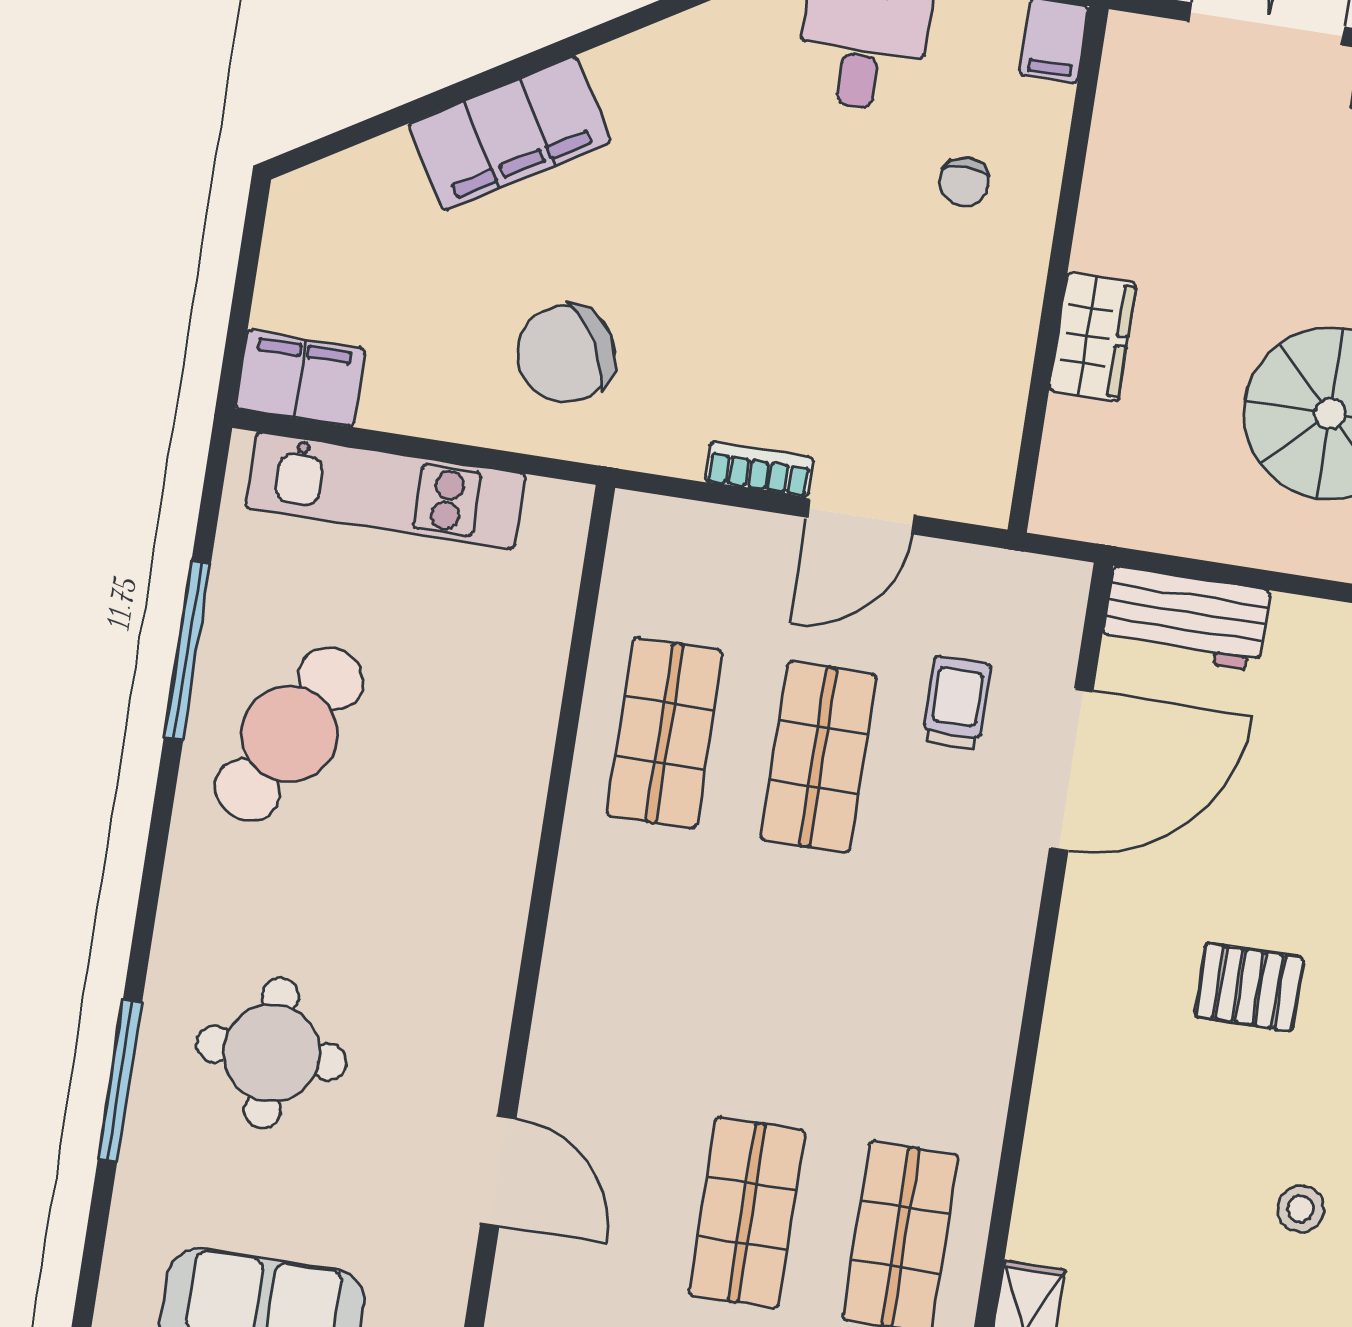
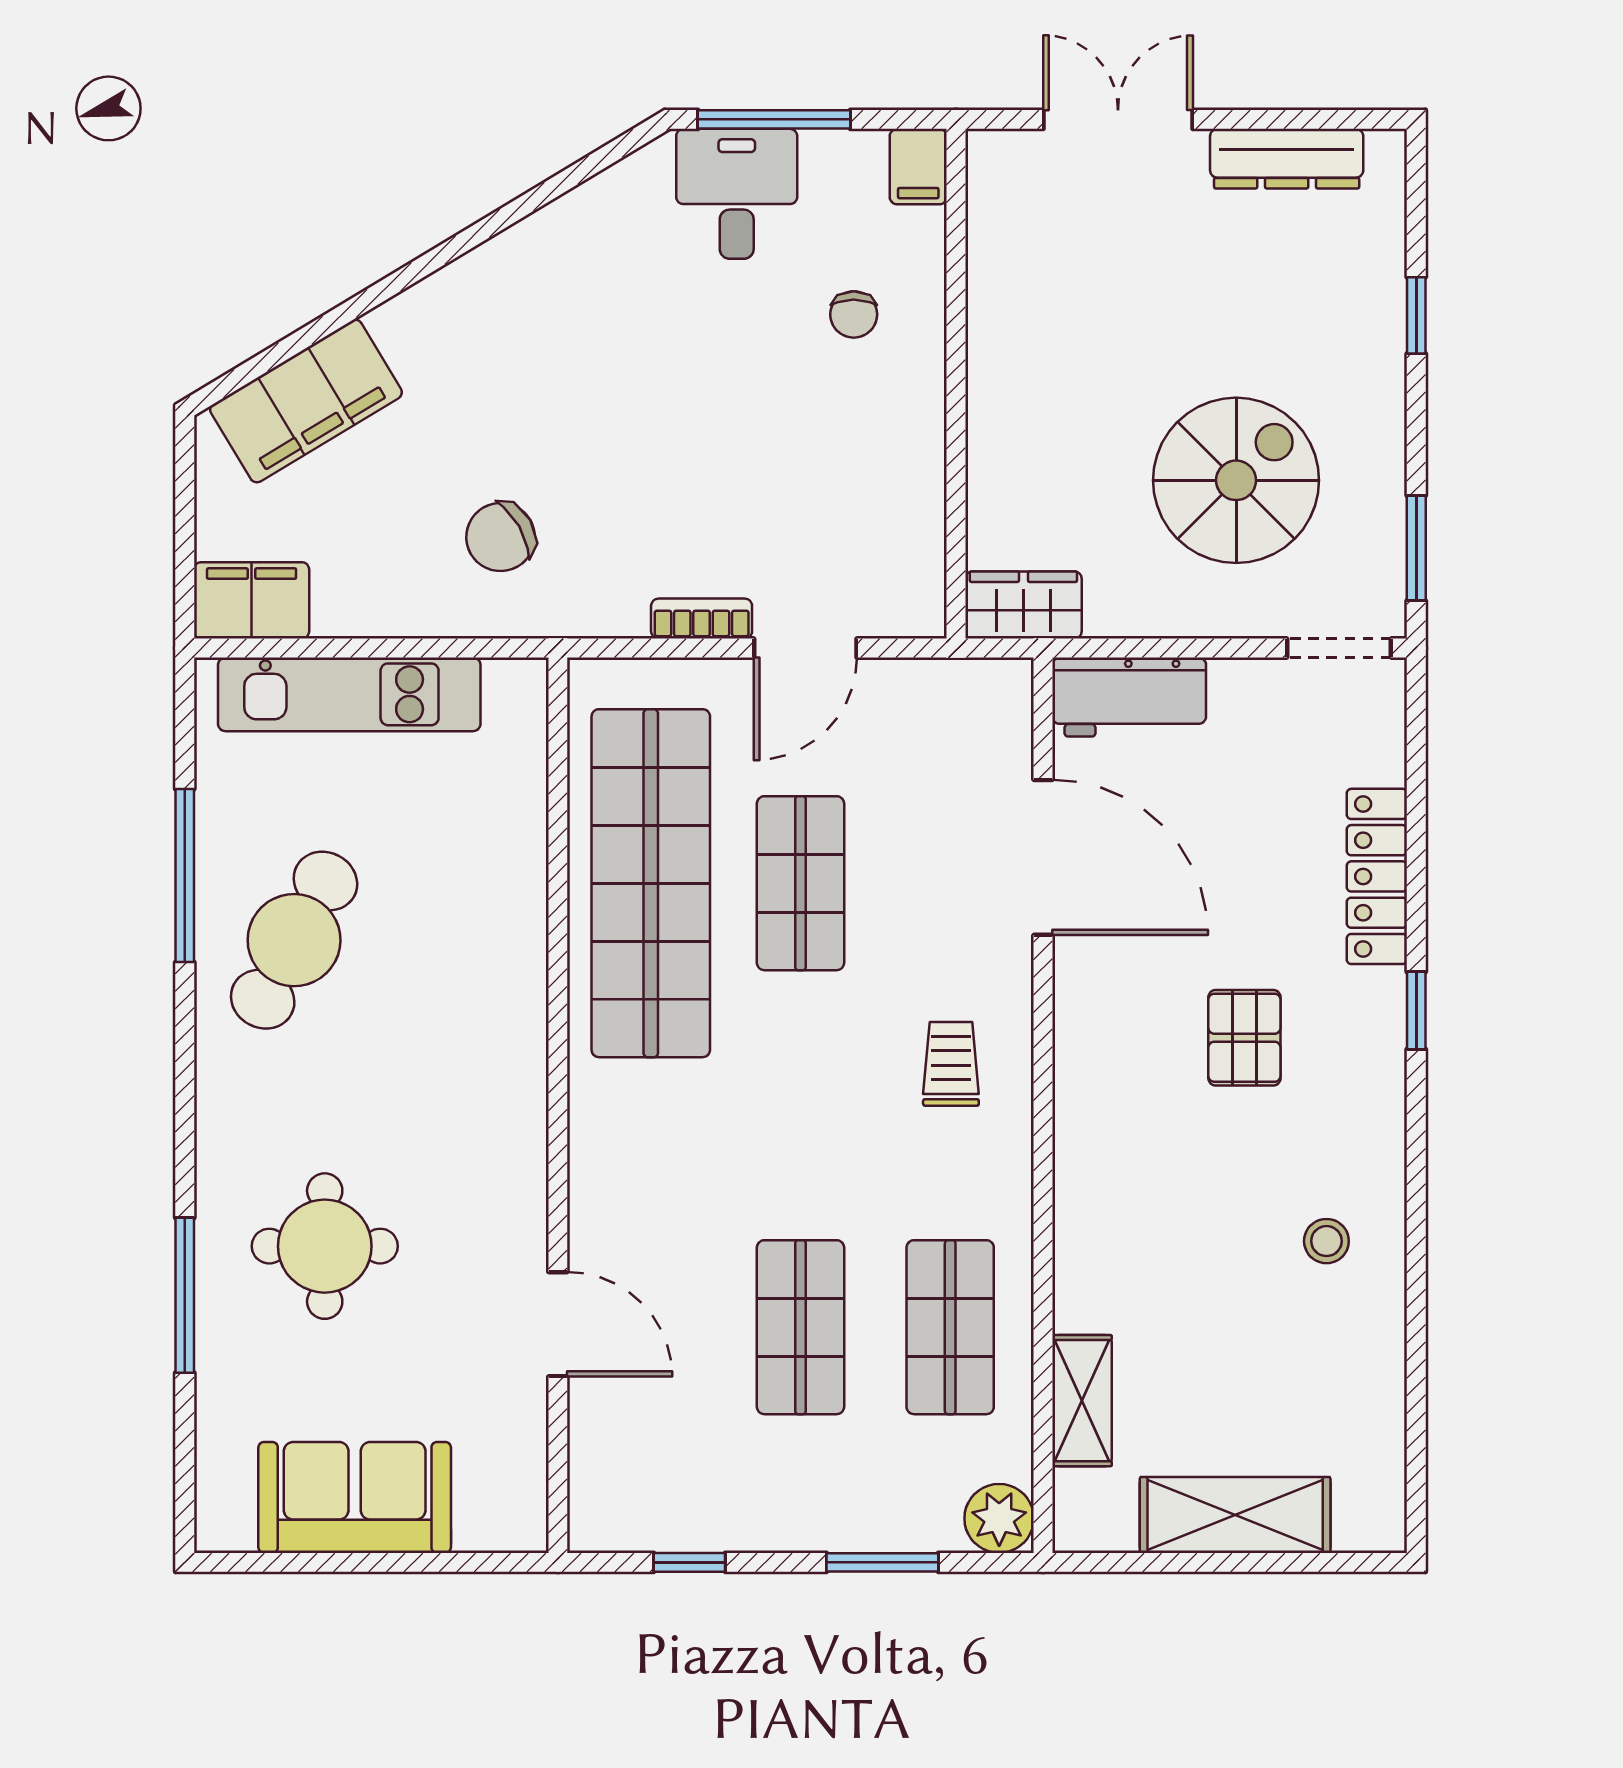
filing cabinet: (509, 133) -> (306, 401), moved
wardrobe: (1093, 337) -> (1023, 605), moved, turned -90
chair: (566, 354) -> (501, 537), width x0.73, depth x0.73
trolley: (957, 703) -> (951, 1064), moved
shop shelf: (665, 733) -> (651, 883), width x2.00, depth x1.36
door: (1071, 770) -> (1043, 857), hinge flipped
pallet: (1249, 987) -> (1244, 1038), turned 90

